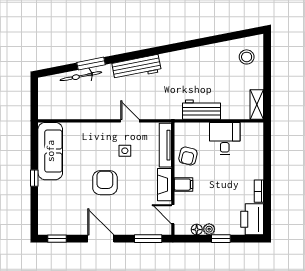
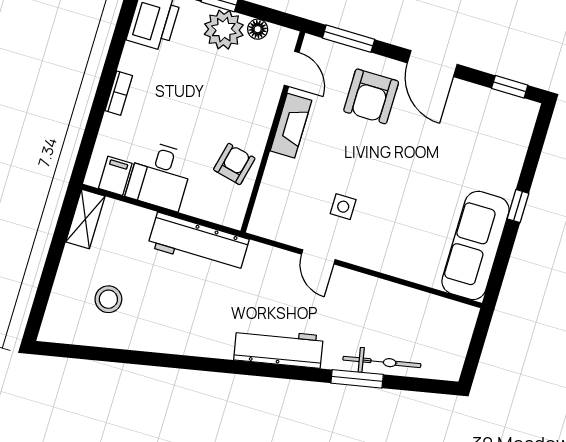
stool: (247, 57) -> (108, 299), moved
workbench: (201, 110) -> (198, 243), width x1.38
tv unit: (165, 145) -> (268, 195), removed
armchair: (105, 183) -> (371, 96), moved
filing cabinet: (184, 185) -> (115, 176), moved, turned 90
bookcase: (259, 191) -> (119, 93), moved
plant: (209, 229) -> (224, 30), width x1.88, depth x1.88

